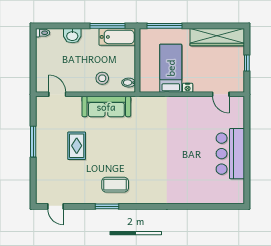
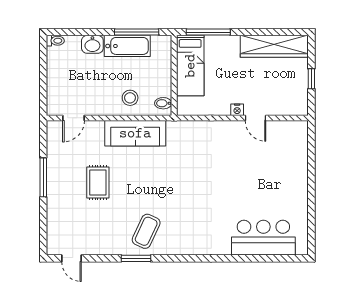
bathtub: (117, 37) -> (127, 46), moved
bed: (171, 68) -> (190, 66), moved, turned 180
door: (57, 94) -> (74, 118), swing flipped
door: (221, 94) -> (256, 118), moved
bar counter: (230, 154) -> (263, 238), moved, turned 90
coffee table: (115, 185) -> (146, 231), turned -65

